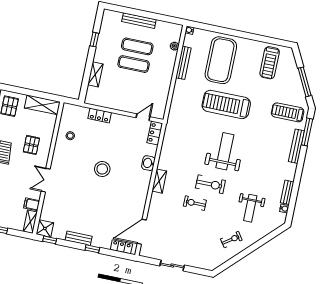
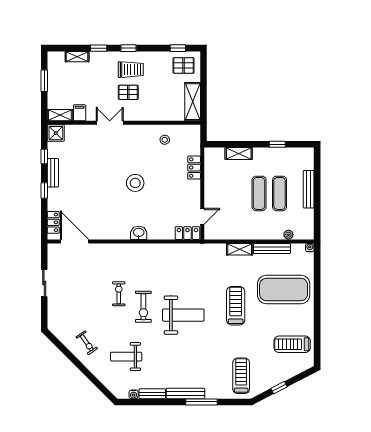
window: (305, 82) -> (279, 388), width x0.46
treadmill: (226, 104) -> (236, 306), width x0.73, depth x0.73
door: (143, 117) -> (202, 216), hinge flipped
window: (307, 132) -> (202, 402), moved
pallet: (31, 145) -> (128, 92), moved
bench: (296, 146) -> (185, 393), moved
washbasin: (148, 163) -> (139, 233), moved
shelving: (159, 181) -> (240, 249), moved
window: (50, 240) -> (44, 157), moved

